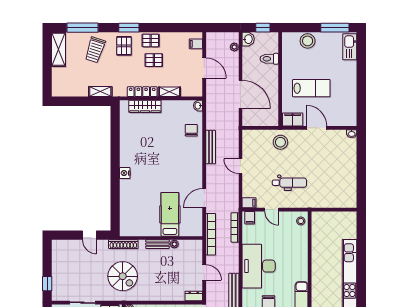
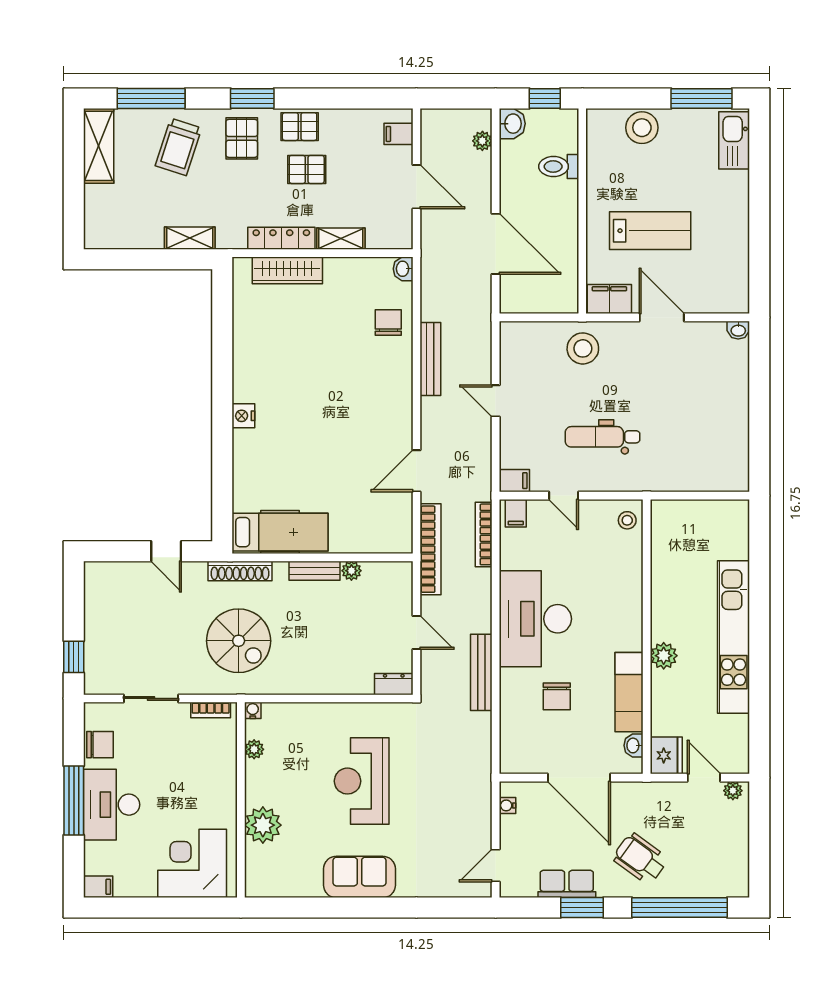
dental chair: (289, 183) -> (602, 437), turned 180
hospital bed: (170, 214) -> (280, 532), moved, turned 90
plant: (318, 283) -> (664, 656), added

